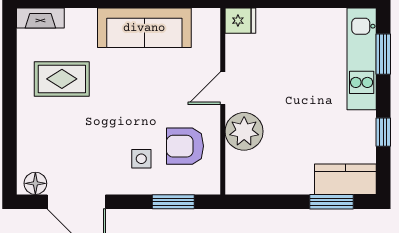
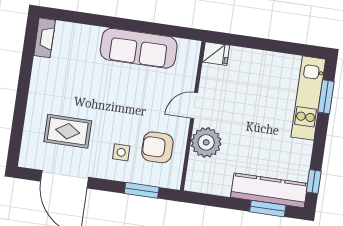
fireplace: (40, 18) -> (45, 38), moved, turned -90
rug: (62, 79) -> (68, 131), moved
window: (383, 132) -> (314, 182), moved
kitchen counter: (345, 179) -> (269, 190), width x1.50
floor lamp: (35, 183) -> (34, 160), removed

